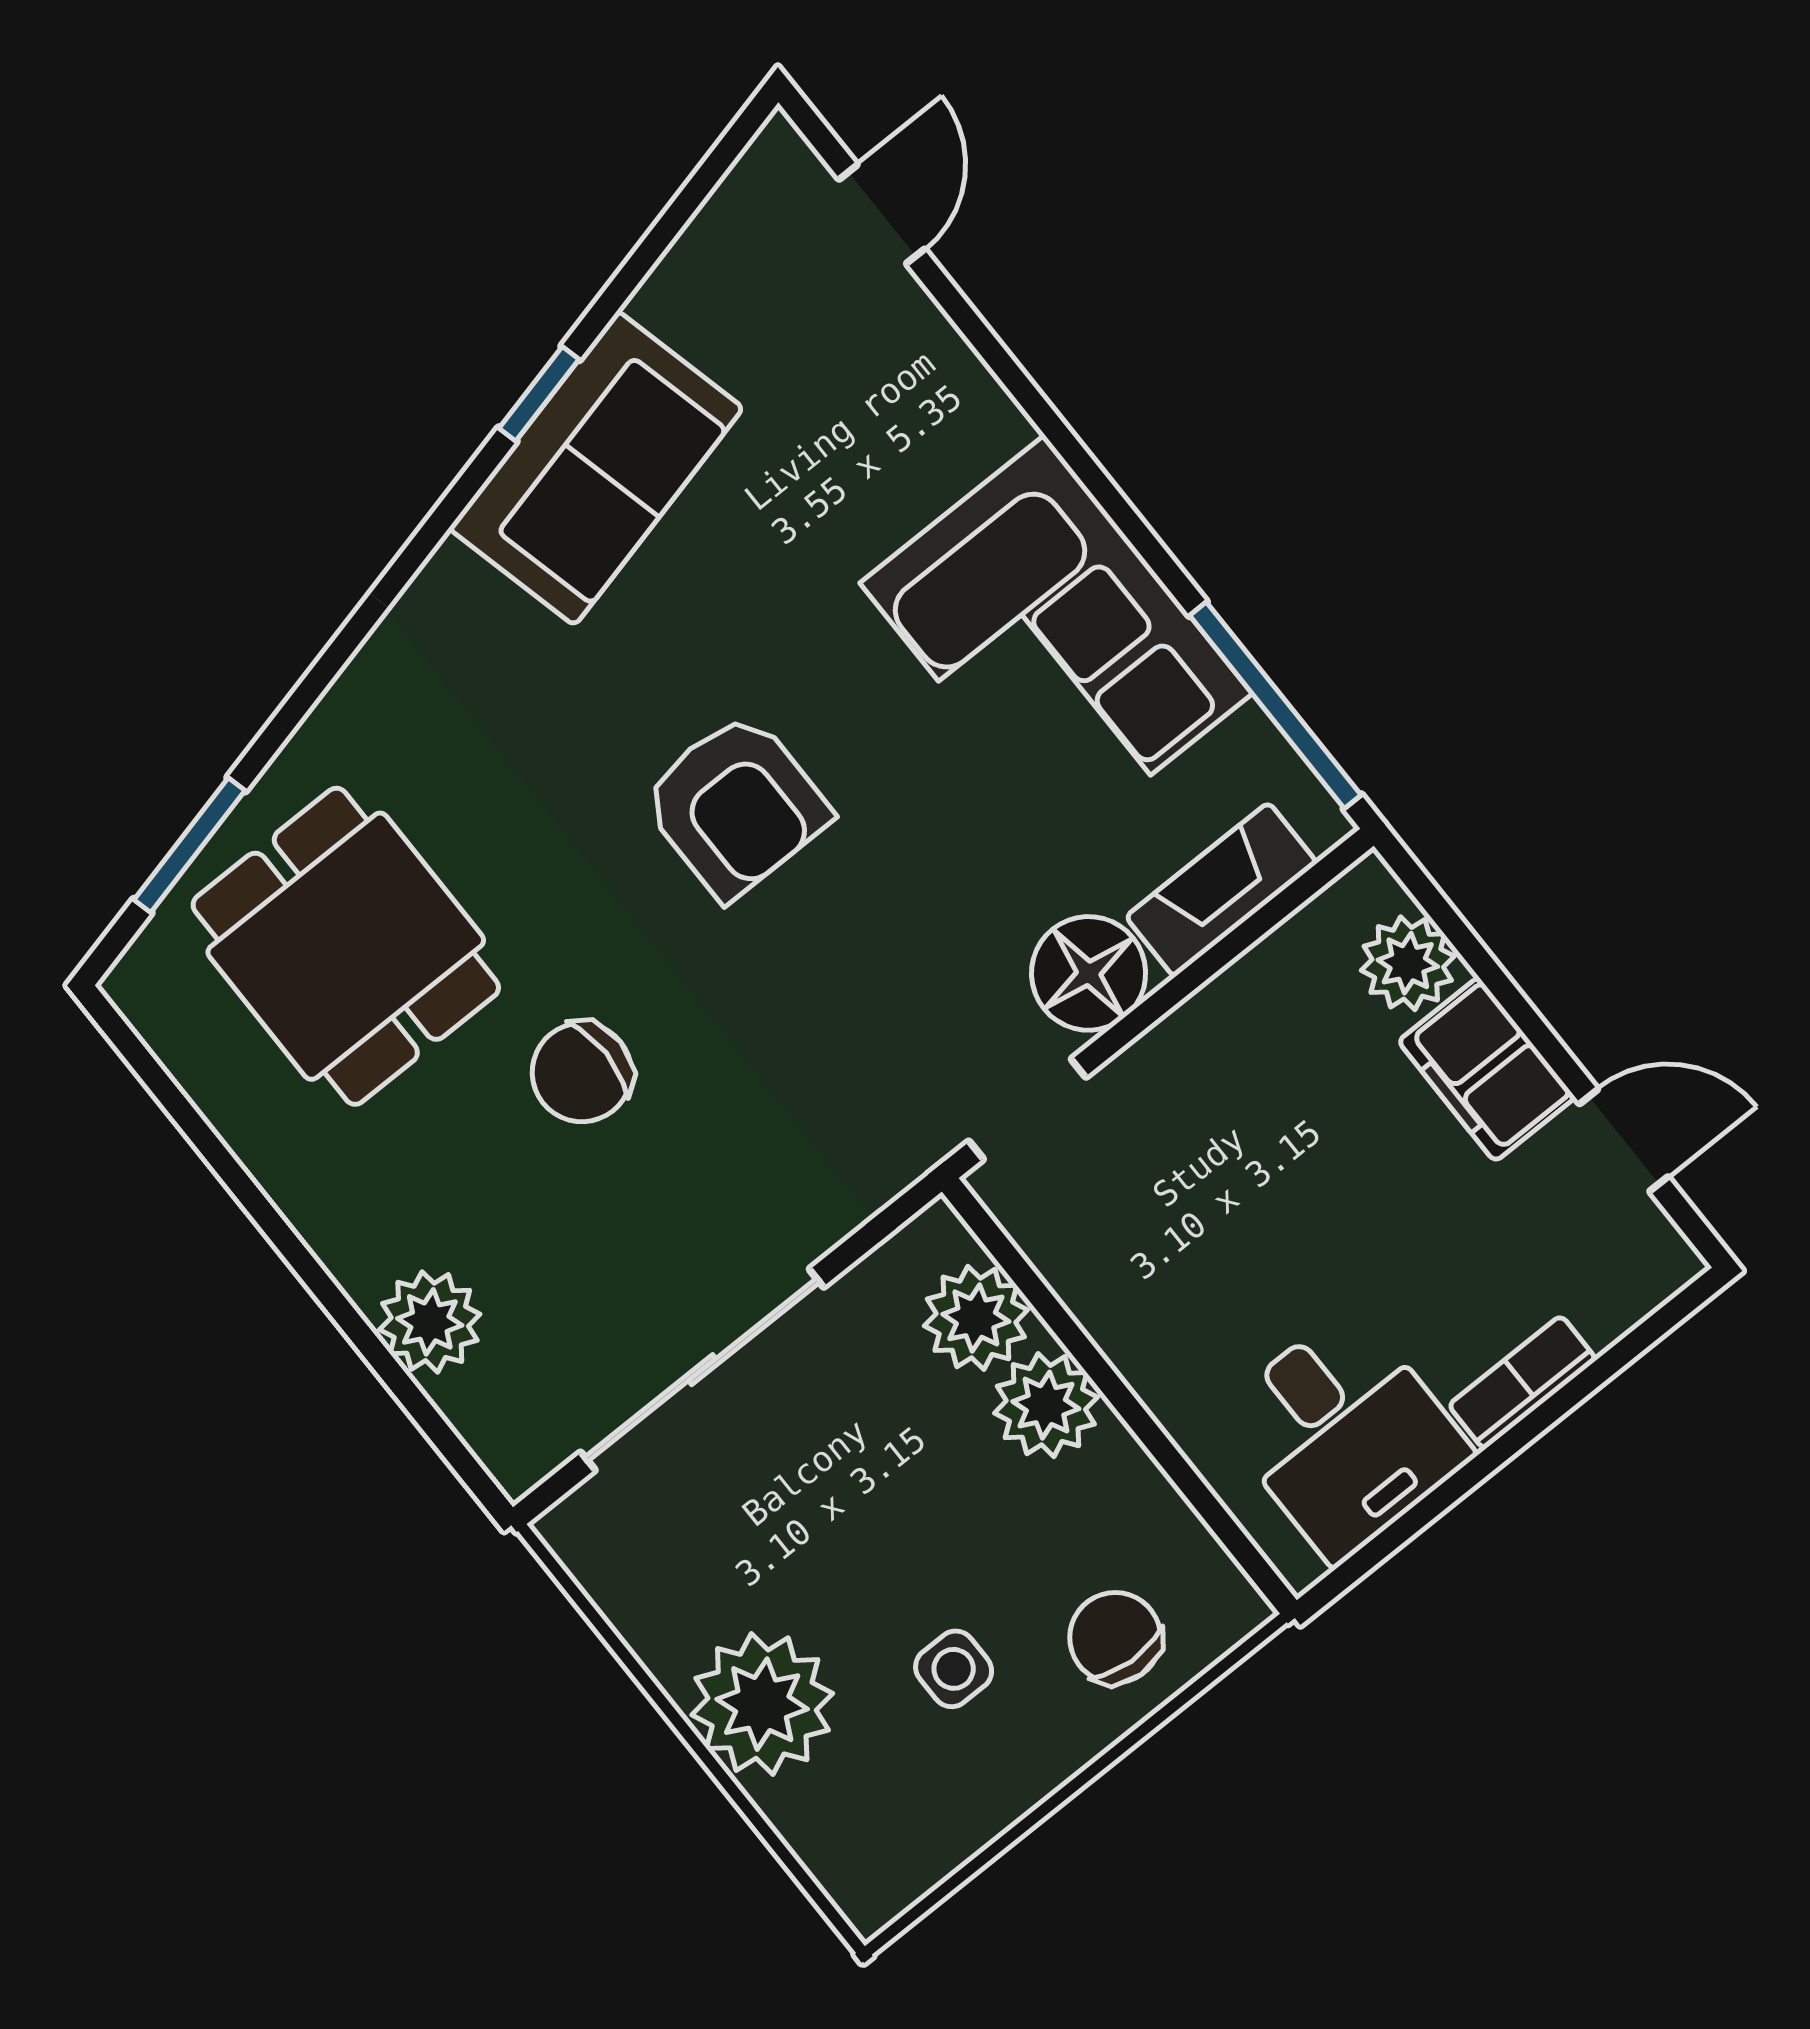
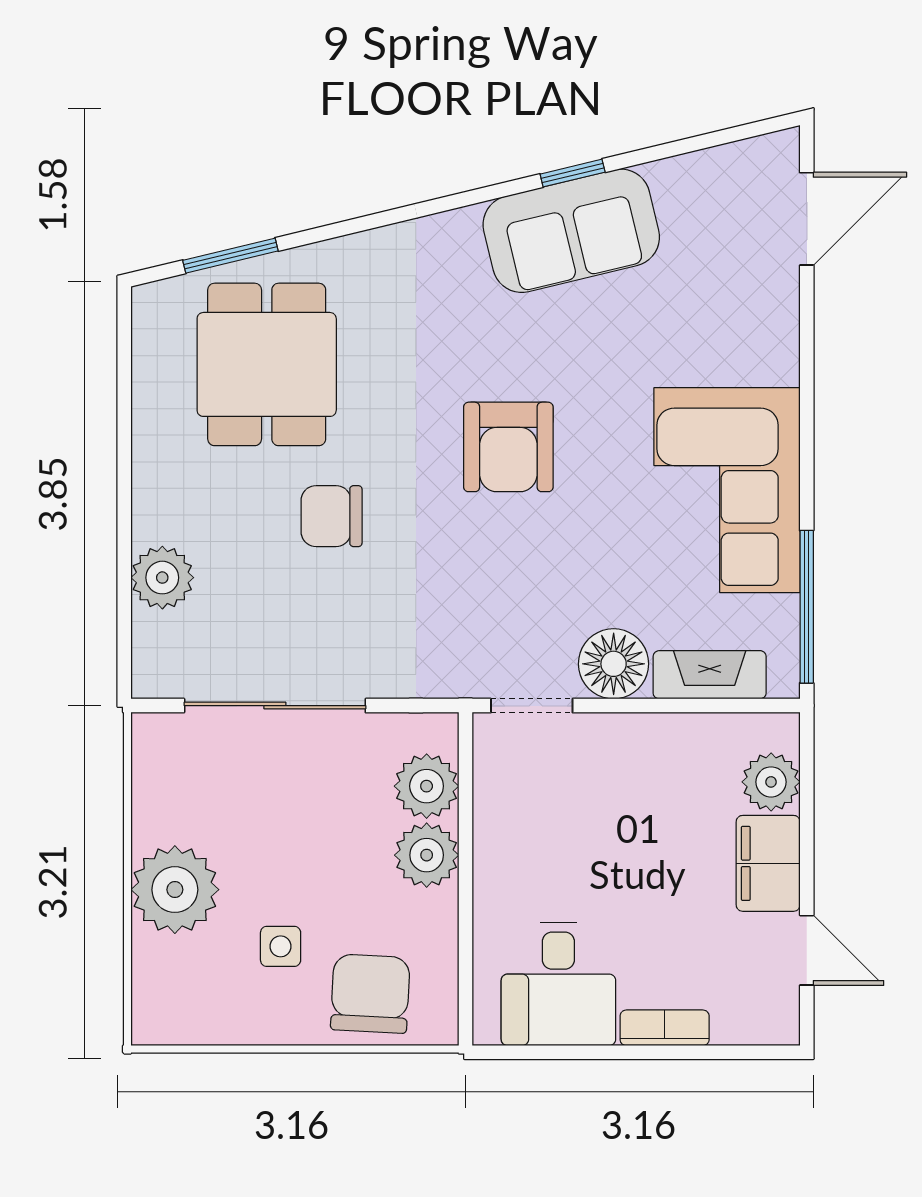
door: (882, 214) -> (807, 219), width x1.38
chair: (1115, 1638) -> (370, 994), width x1.37, depth x1.37

